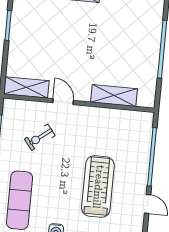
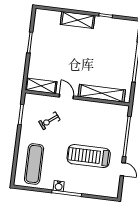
shelving: (114, 95) -> (102, 93), width x1.47
treadmill: (98, 187) -> (89, 156), turned -90

